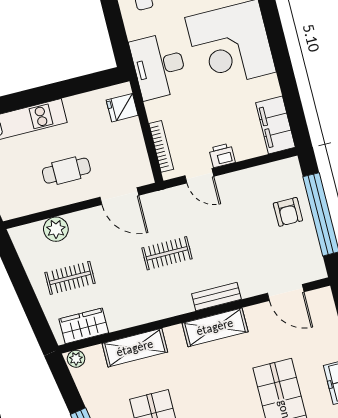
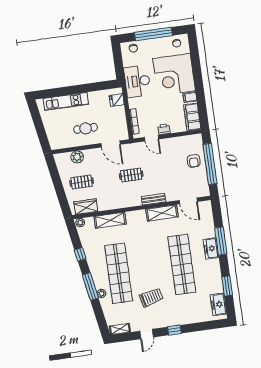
filing cabinet: (267, 86) -> (190, 97), added
shelving: (215, 327) -> (162, 213), moved

